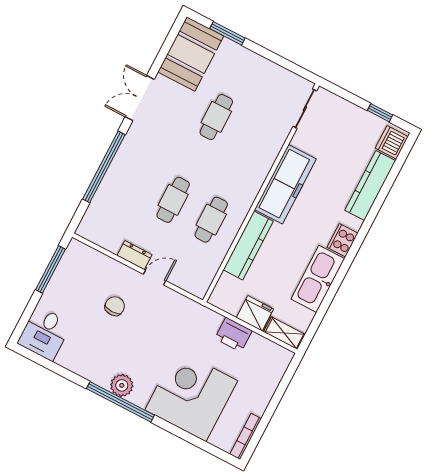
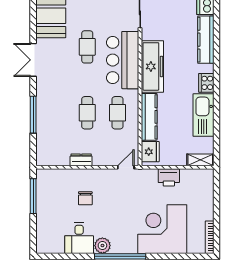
bar counter: (252, 157) -> (123, 60), added
window: (104, 167) -> (33, 115), width x0.68
door: (155, 277) -> (126, 167), moved
chair: (115, 306) -> (85, 198), turned 180
fridge: (255, 313) -> (150, 152), moved, turned 90
desk: (44, 333) -> (79, 238), moved
plant: (122, 385) -> (102, 246), moved

